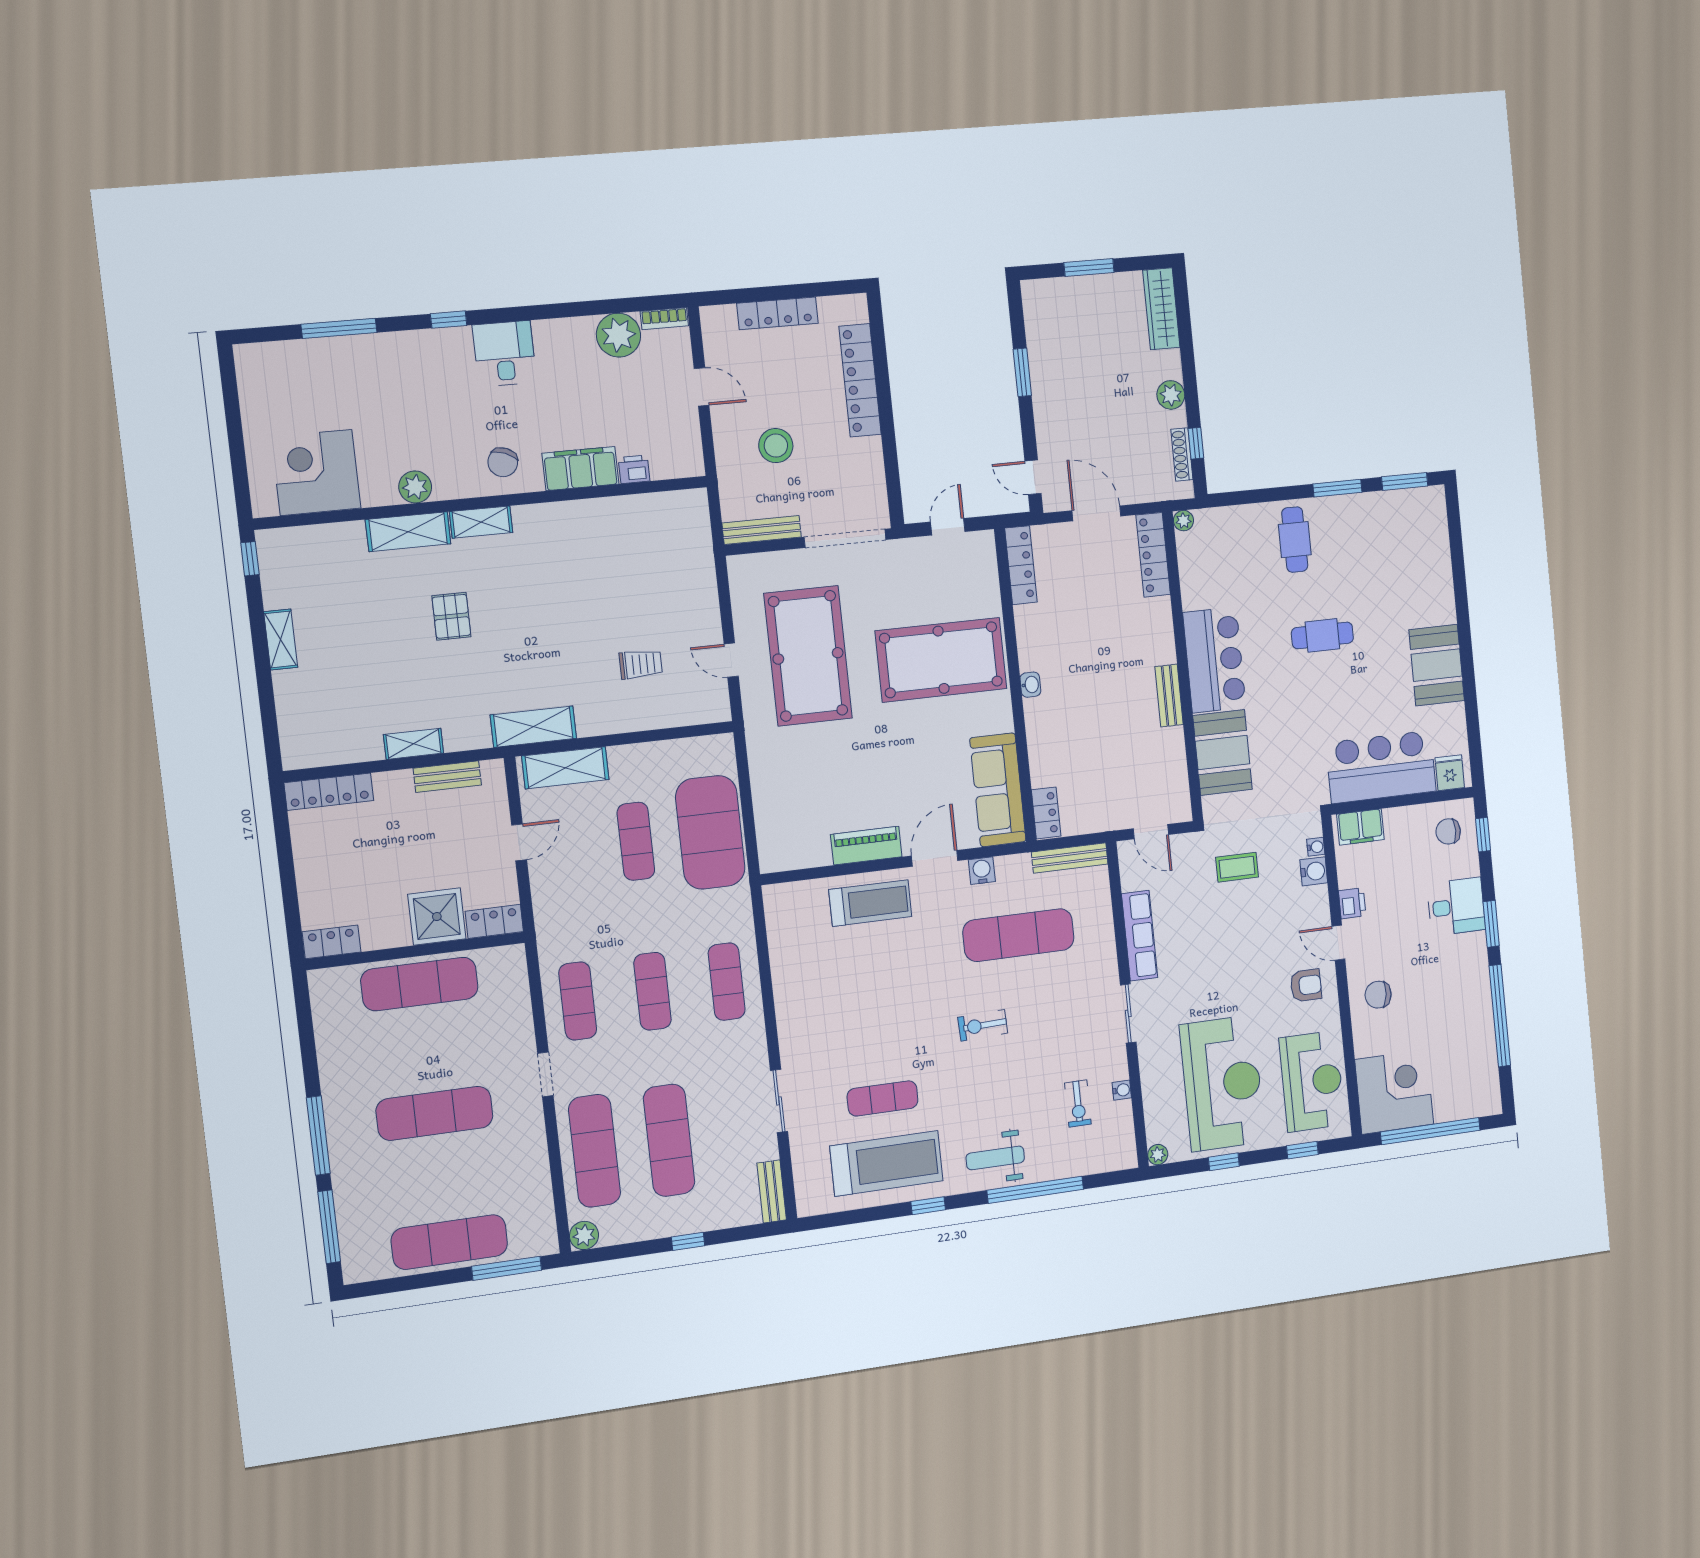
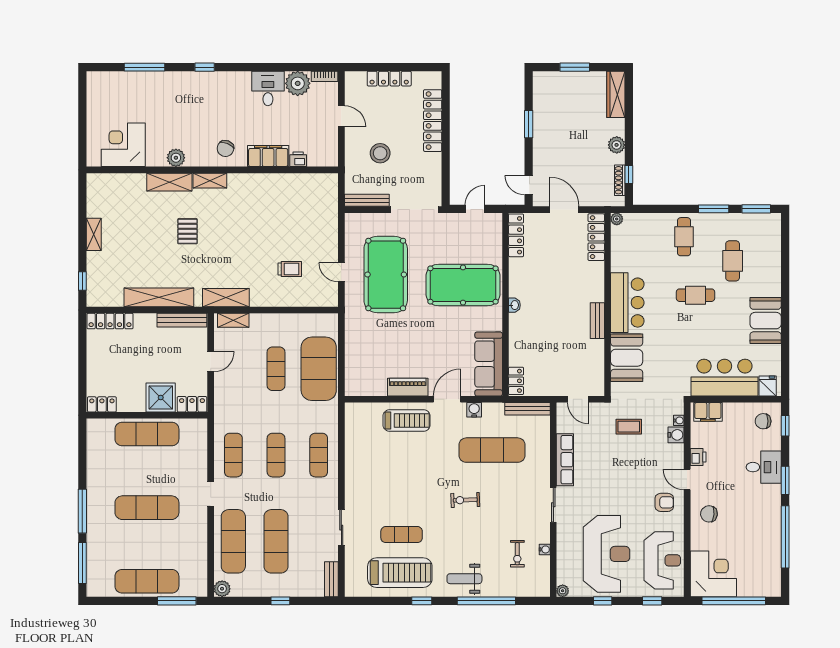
desk: (504, 354) -> (268, 88), moved
window: (250, 559) -> (82, 281), moved
cafe table: (1376, 572) -> (733, 261), added
shelving: (414, 744) -> (159, 297), width x2.20, depth x1.33
shelving: (565, 768) -> (233, 320), width x0.67, depth x0.75
bench: (447, 777) -> (182, 320), width x1.36

